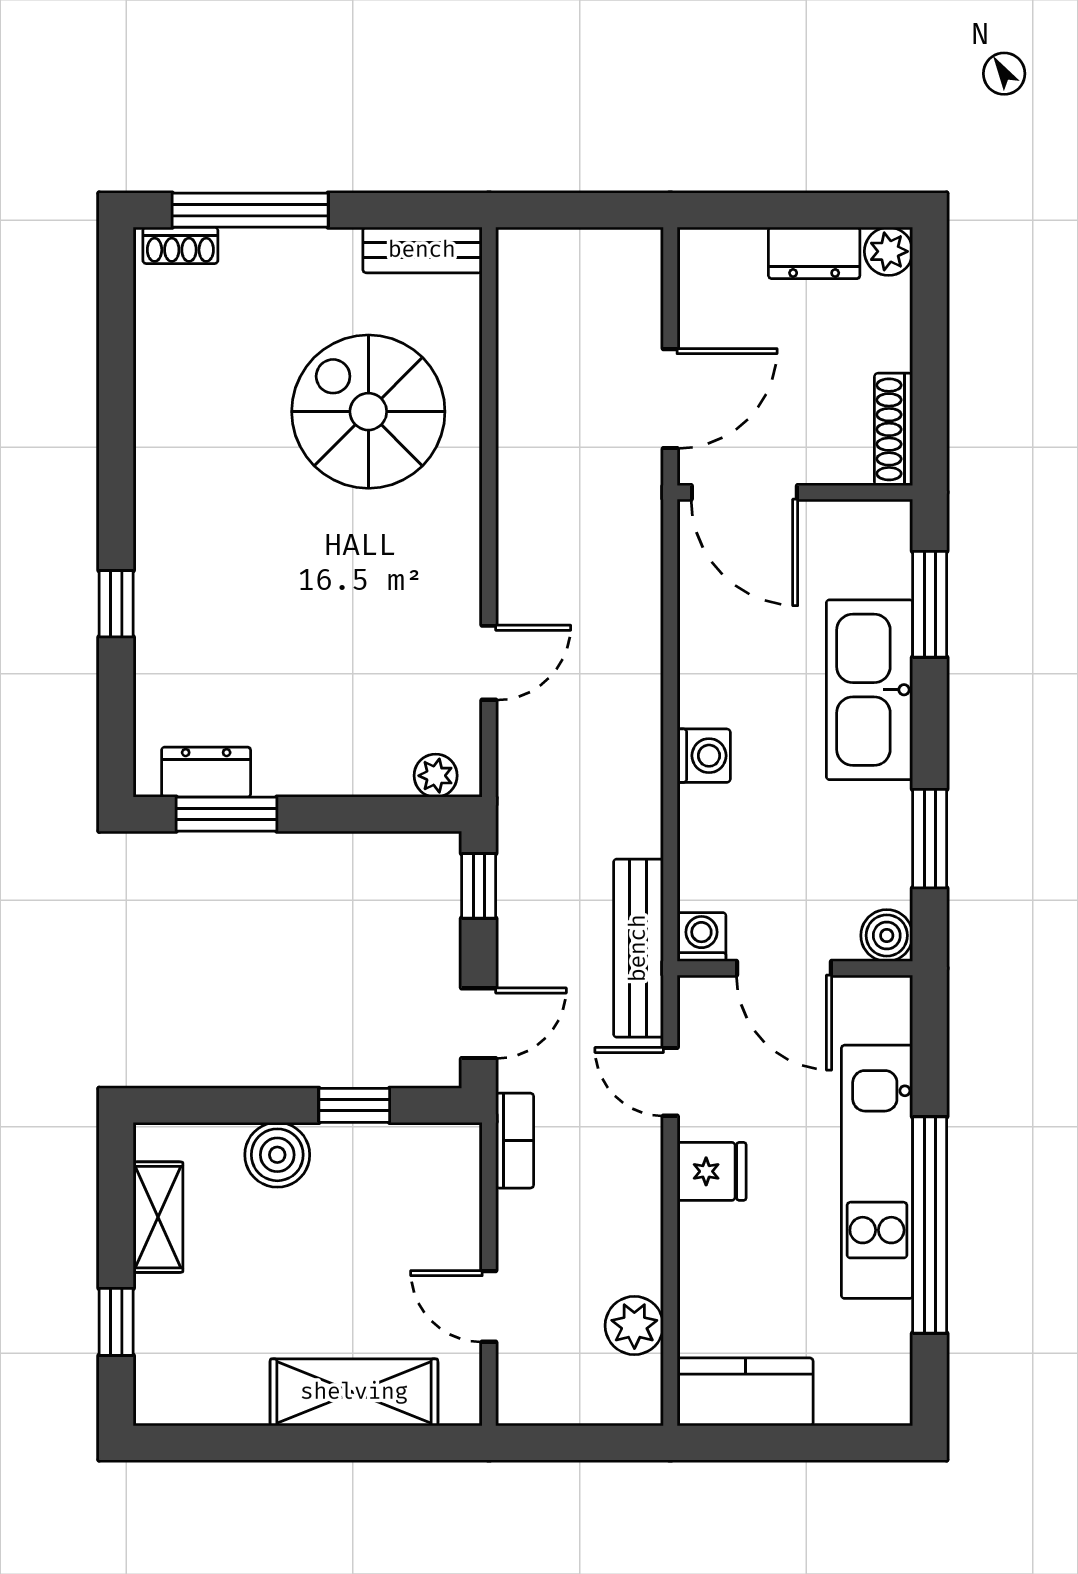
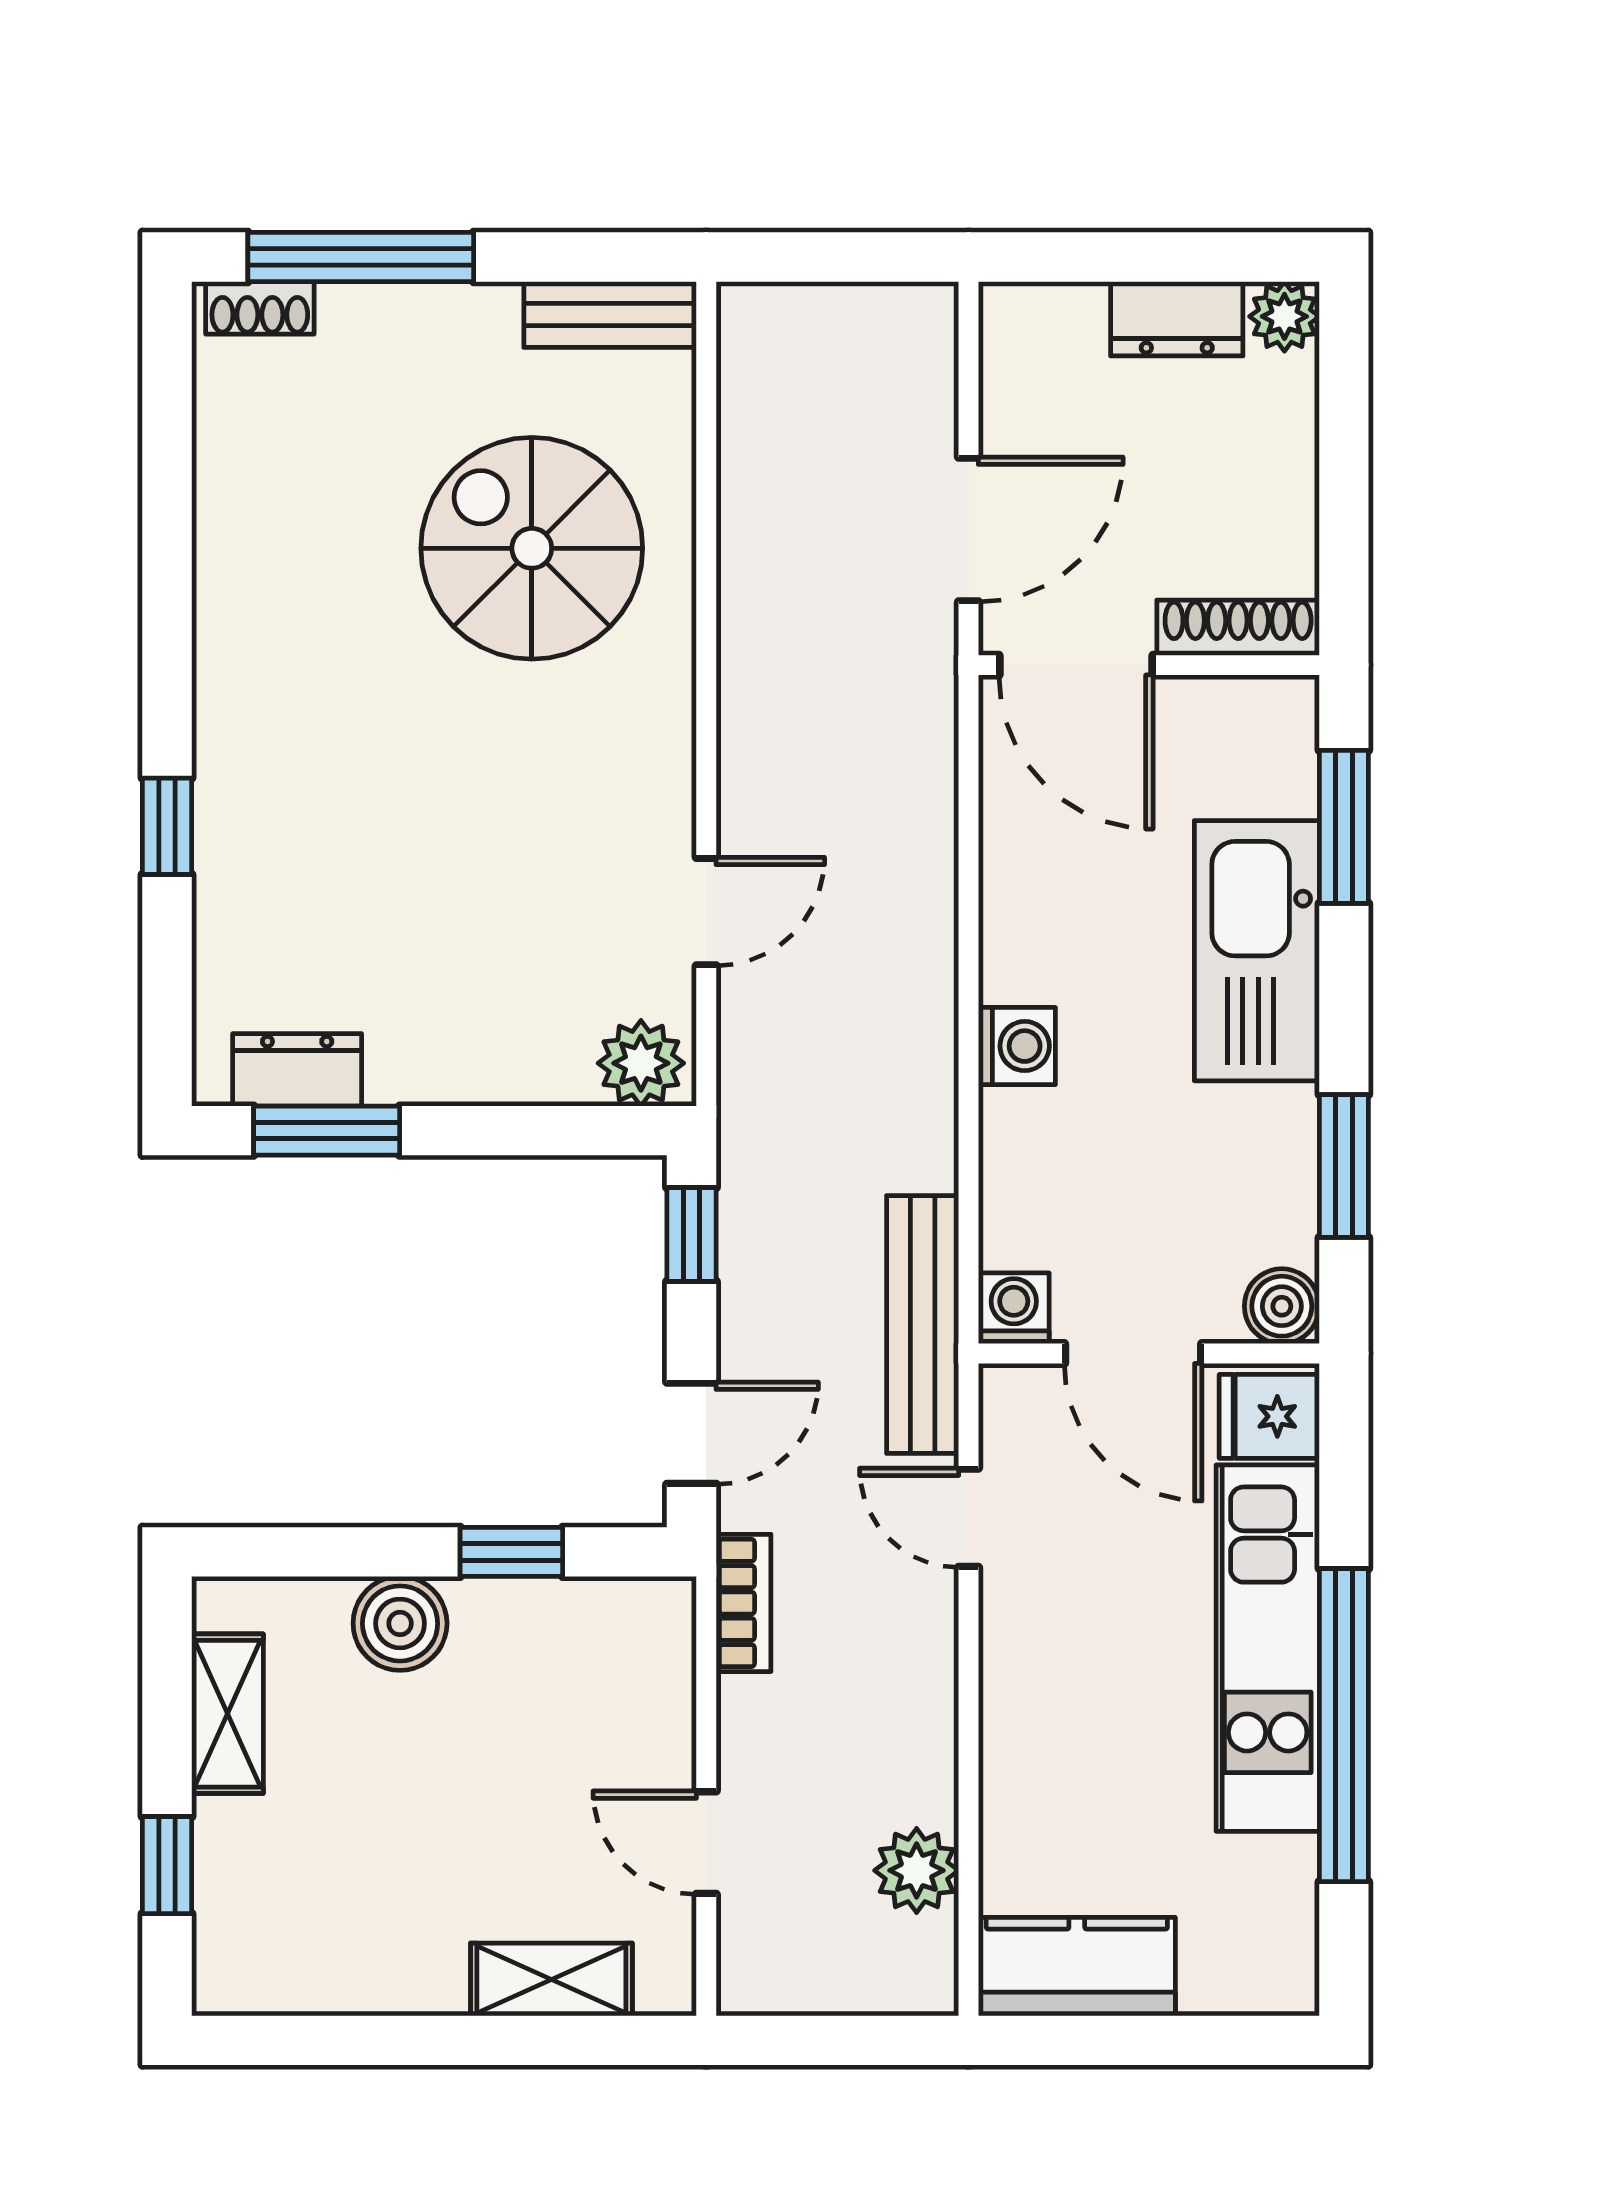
shoe rack: (894, 429) -> (1238, 628), moved, turned 90
plant: (436, 776) -> (641, 1063), width x1.38, depth x1.38
fridge: (712, 1171) -> (1269, 1416), moved, turned 180
shelving: (354, 1392) -> (551, 1979), width x0.67, depth x0.75

